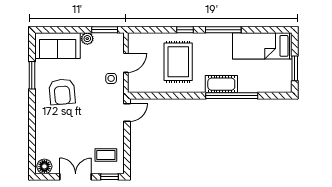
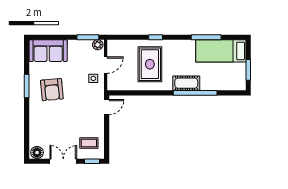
window: (223, 30) -> (206, 37), moved
plant: (87, 39) -> (98, 45), moved
window: (32, 75) -> (27, 86), moved

